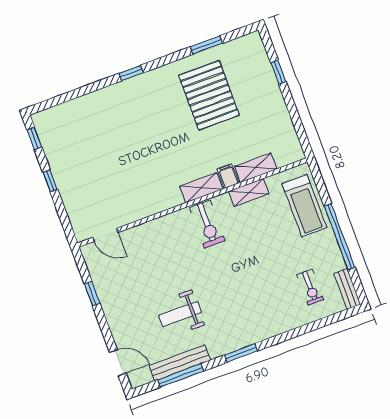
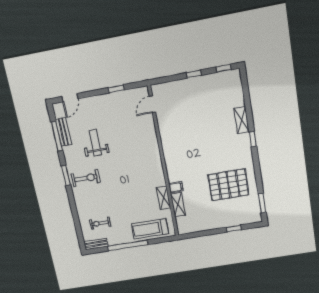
window: (206, 45) -> (262, 203), moved
shelving: (201, 188) -> (242, 120), moved
exercise bike: (207, 224) -> (86, 178), moved, turned 180
bench: (180, 363) -> (64, 132), width x0.73

